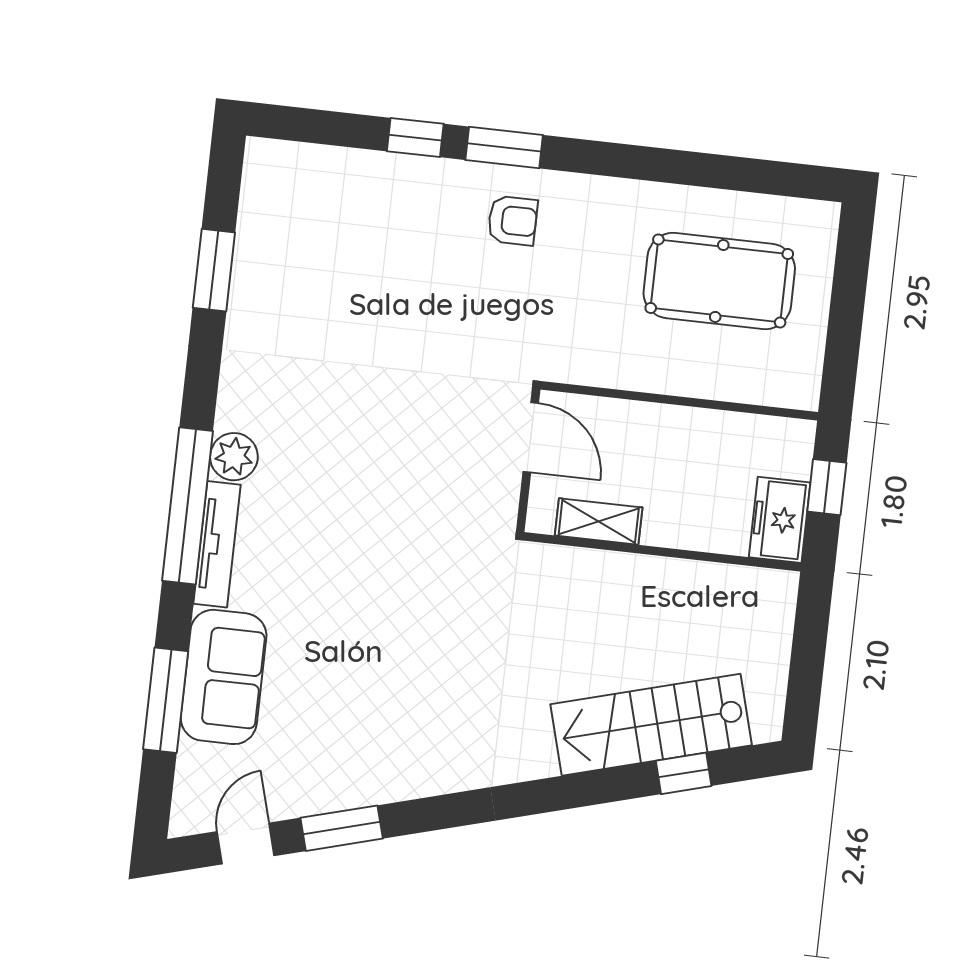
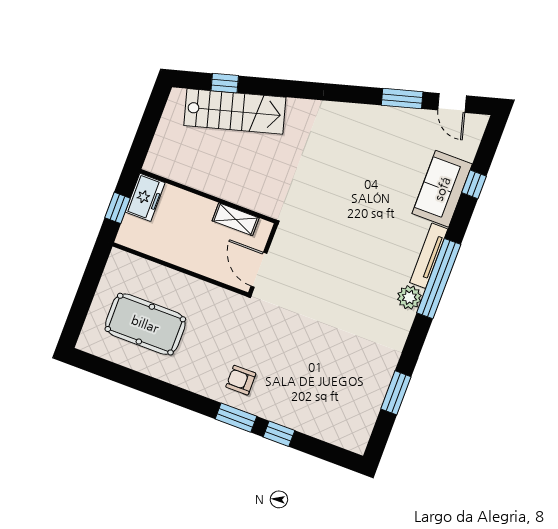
window: (166, 700) -> (474, 184), width x0.46
door: (246, 844) -> (452, 103), hinge flipped

